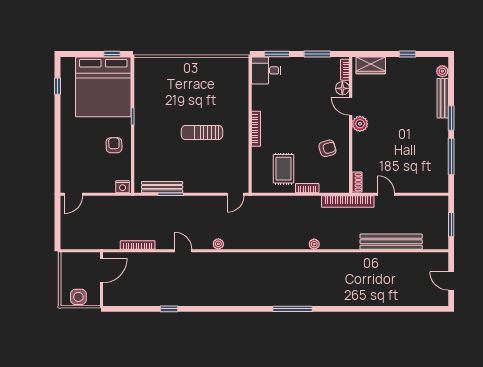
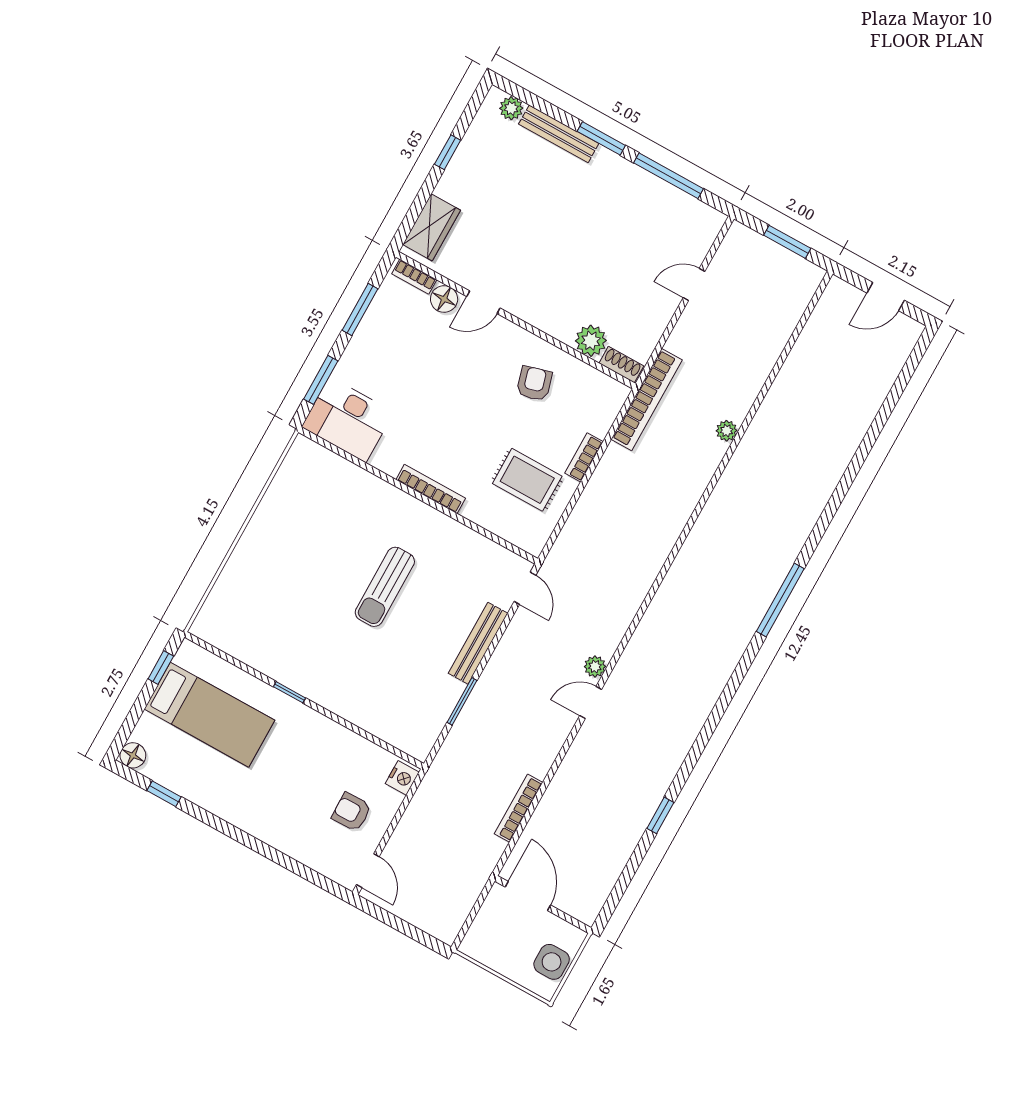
floor lamp: (67, 63) -> (133, 755), added
desk: (266, 70) -> (348, 420), width x1.37
bed: (103, 87) -> (209, 715), width x0.49
plant: (360, 124) -> (591, 341), moved
armchair: (114, 145) -> (351, 812), moved
bench: (162, 187) -> (478, 643), moved
door: (386, 194) -> (694, 285), moved
bench: (391, 242) -> (759, 363), removed
plant: (314, 244) -> (727, 431), moved
door: (183, 251) -> (591, 703), moved

